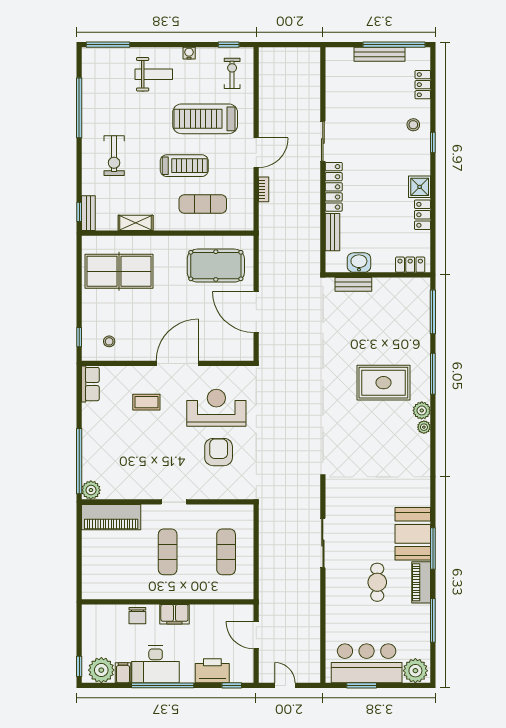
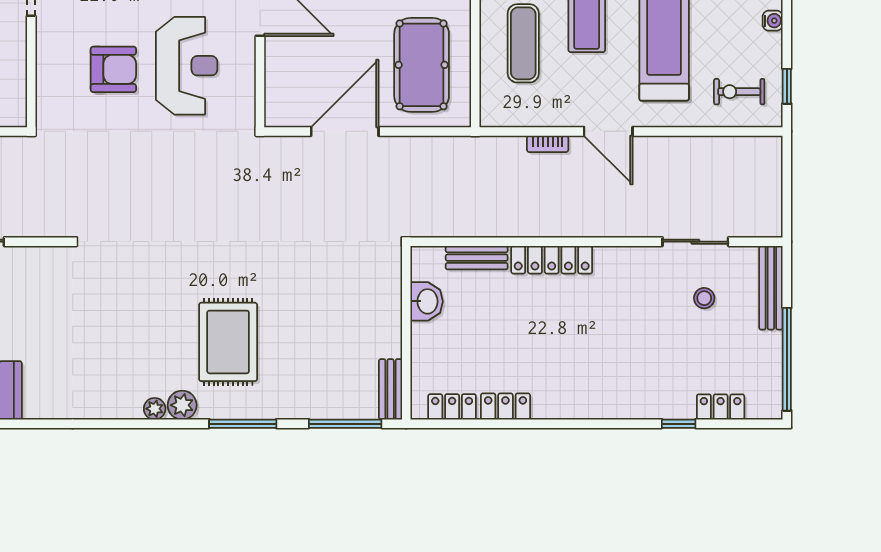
bench: (380, 54) -> (771, 288), moved
exercise bike: (232, 73) -> (739, 92), turned 180
stool: (413, 125) -> (704, 298), moved
sliding door: (323, 141) -> (695, 242), moved
window: (433, 143) -> (679, 424), moved
shower: (420, 187) -> (552, 402), removed
locker: (410, 265) -> (452, 407), moved, turned -90
bench: (353, 284) -> (391, 389), moved

